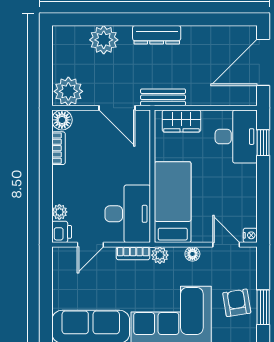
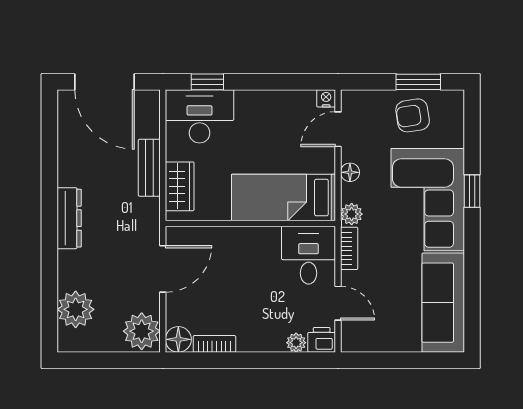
plant: (104, 40) -> (76, 309), moved
bench: (163, 97) -> (149, 168), moved
desk: (128, 214) -> (309, 255), width x0.73

